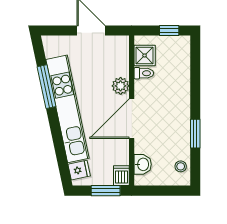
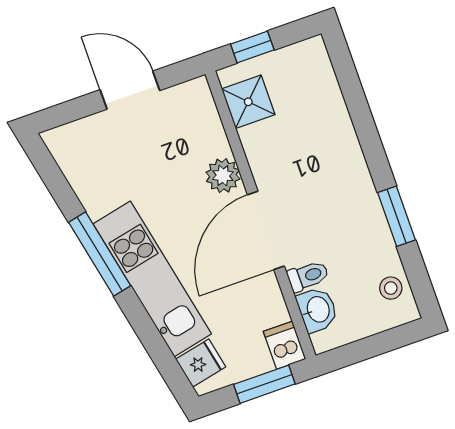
window: (169, 30) -> (252, 47), moved
toilet: (144, 73) -> (308, 276), moved
window: (46, 87) -> (100, 254), moved
kitchen unit: (67, 109) -> (152, 279), width x0.73

